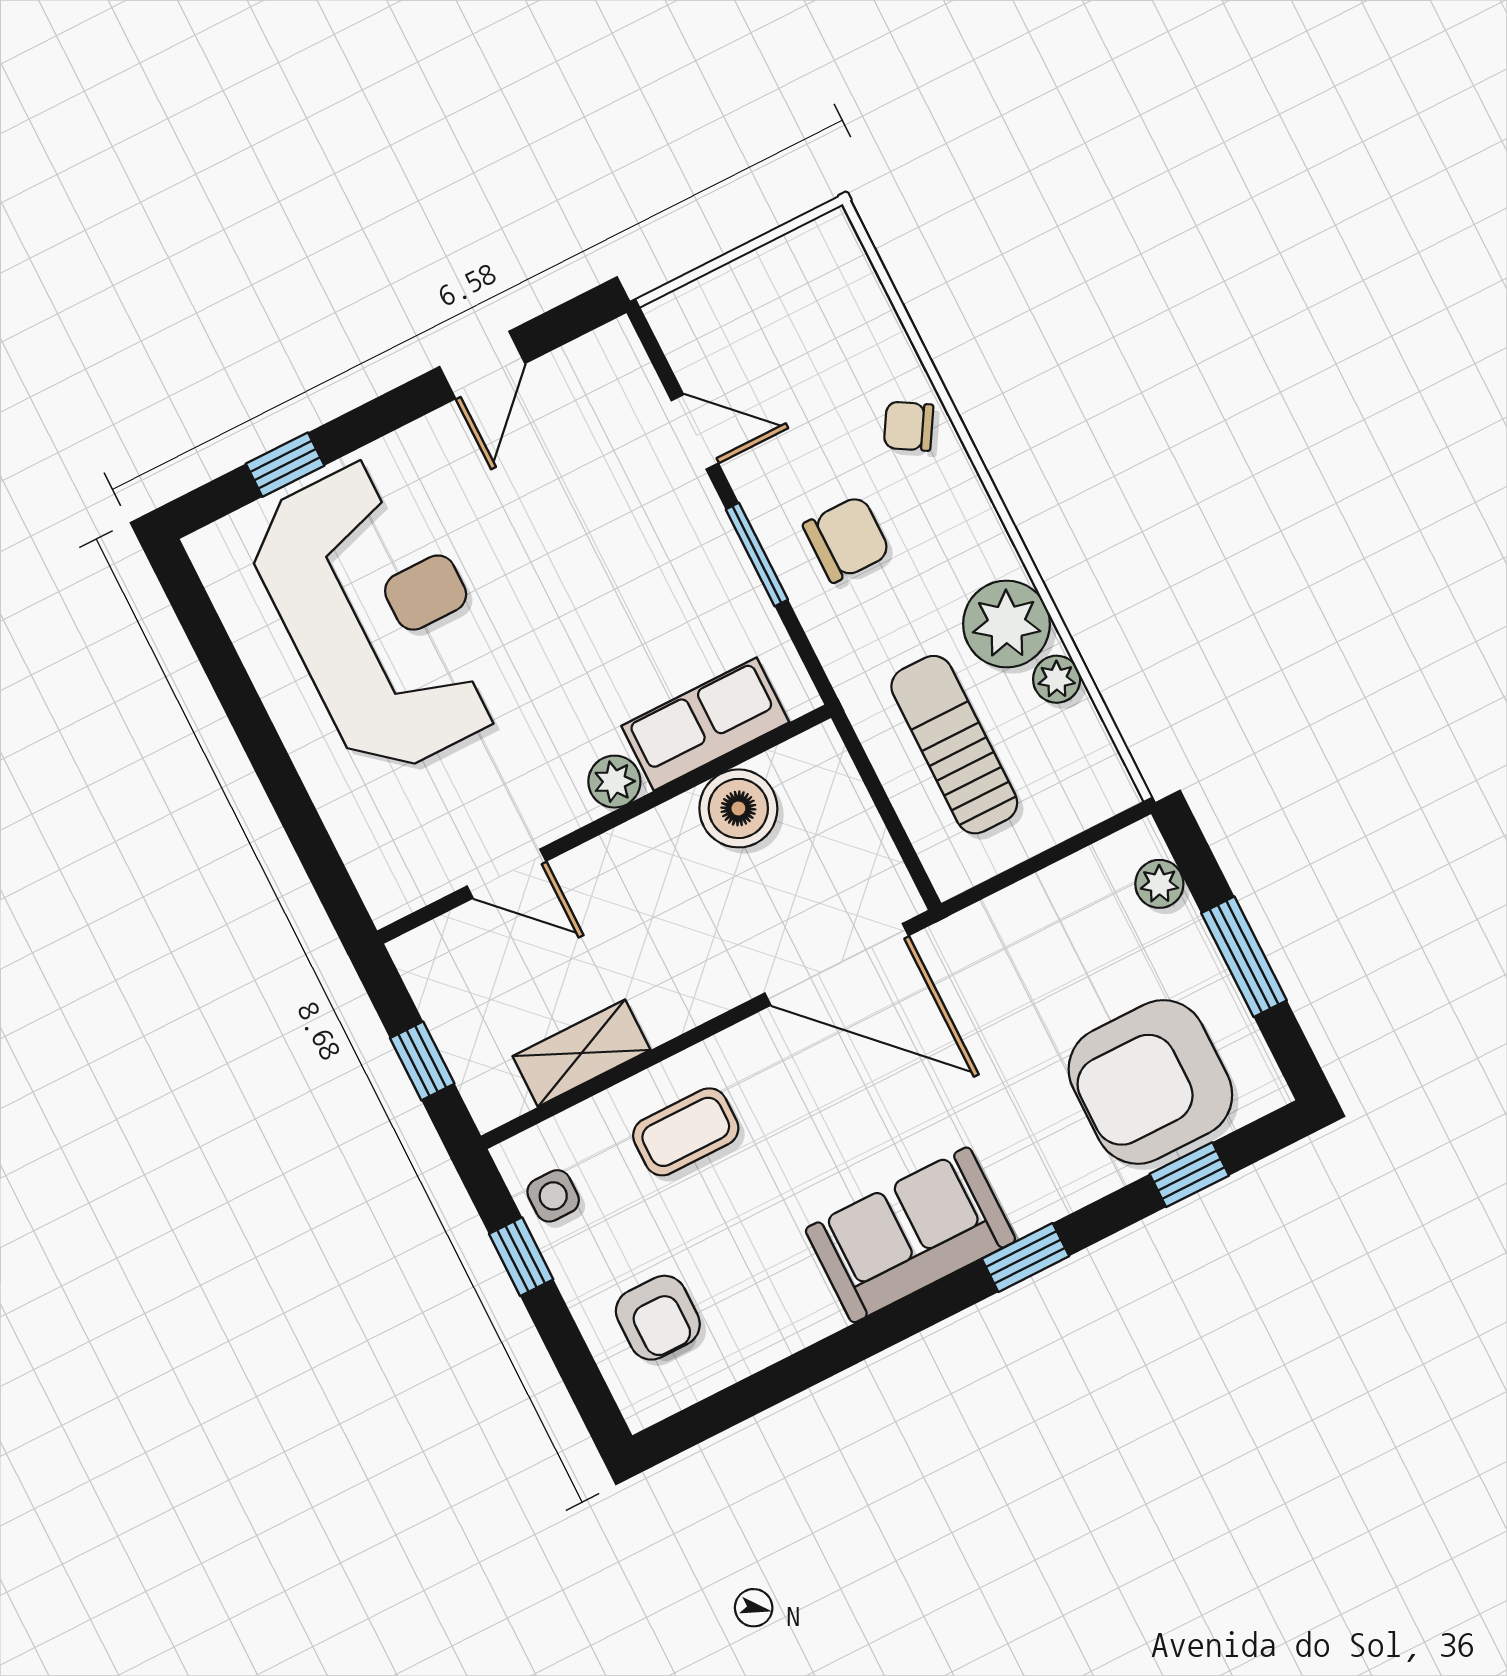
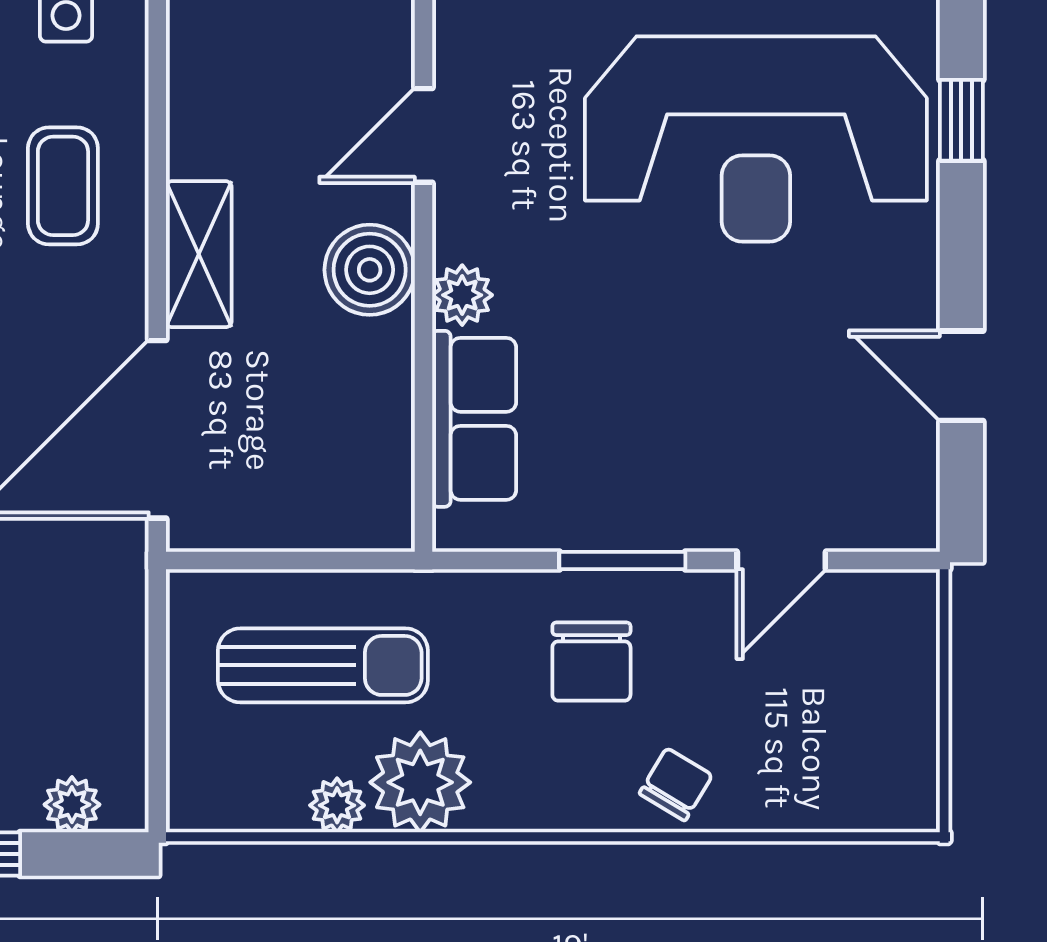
boiler: (738, 808) -> (370, 270), moved
shelving: (581, 1053) -> (199, 254), moved

